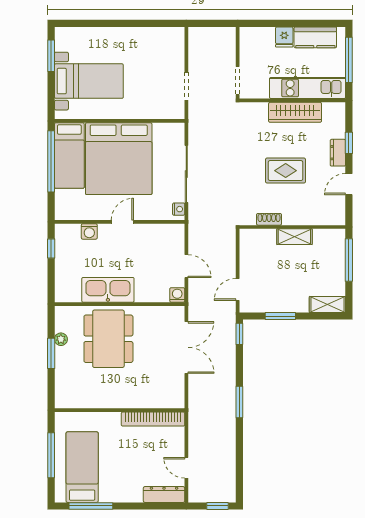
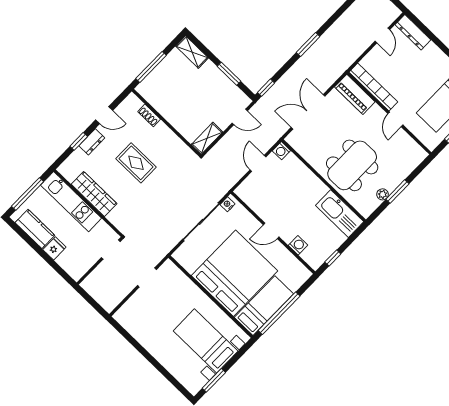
shoe rack: (269, 219) -> (149, 115), moved
shelving: (294, 237) -> (207, 138), moved, turned 90
kitchen sink: (108, 290) -> (340, 214), moved
piano: (162, 398) -> (355, 94), added
door: (110, 410) -> (395, 119), added

